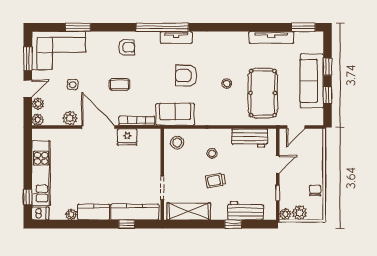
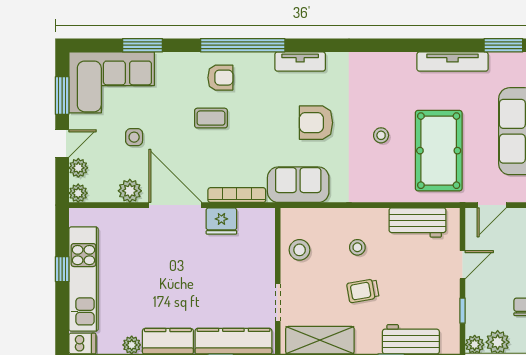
window: (162, 27) -> (243, 45), moved
coffee table: (119, 84) -> (211, 118), moved
stool: (177, 143) -> (300, 250), moved
window: (28, 197) -> (62, 269), moved

